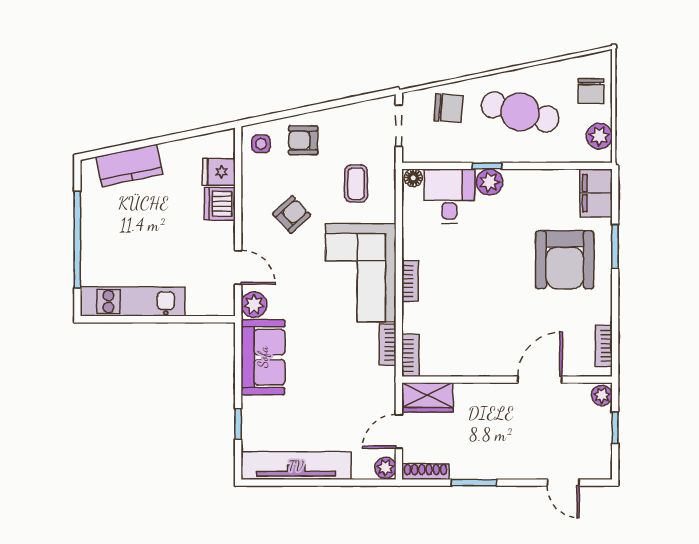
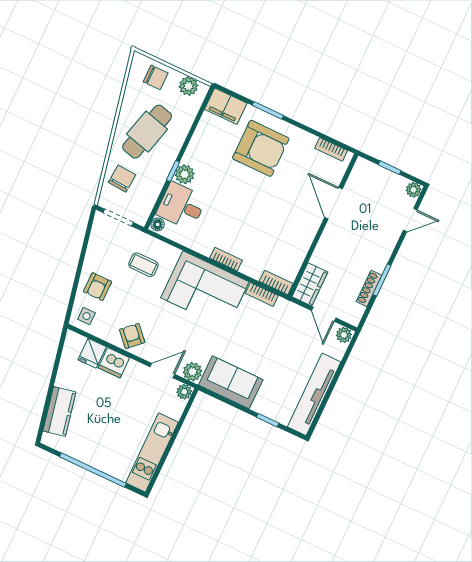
armchair: (292, 214) -> (132, 336), moved
plant: (225, 306) -> (184, 392), added
plant: (602, 395) -> (414, 190), moved
shoe rack: (425, 472) -> (369, 288), moved

